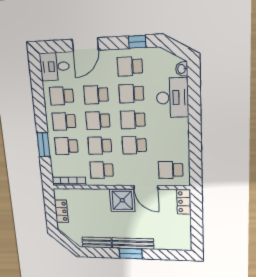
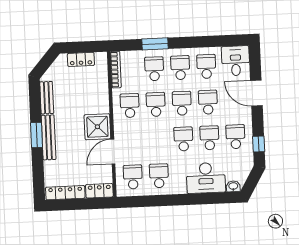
school desk: (134, 145) -> (159, 176), moved
locker: (185, 233) -> (65, 193), added

